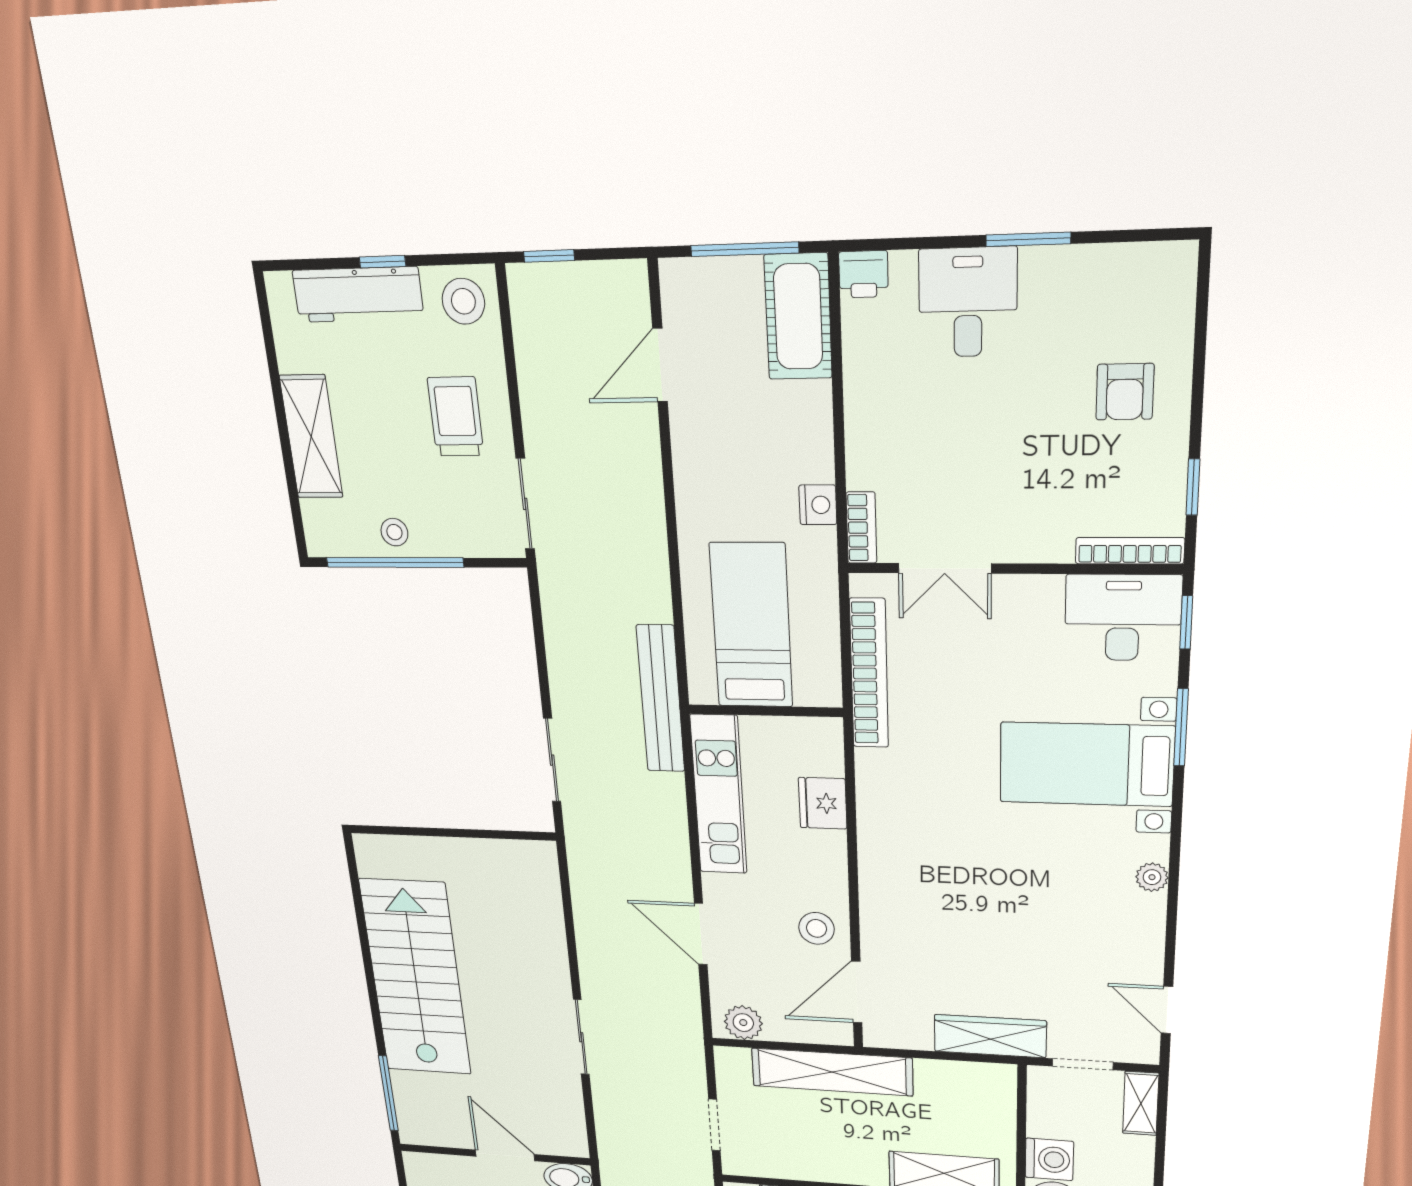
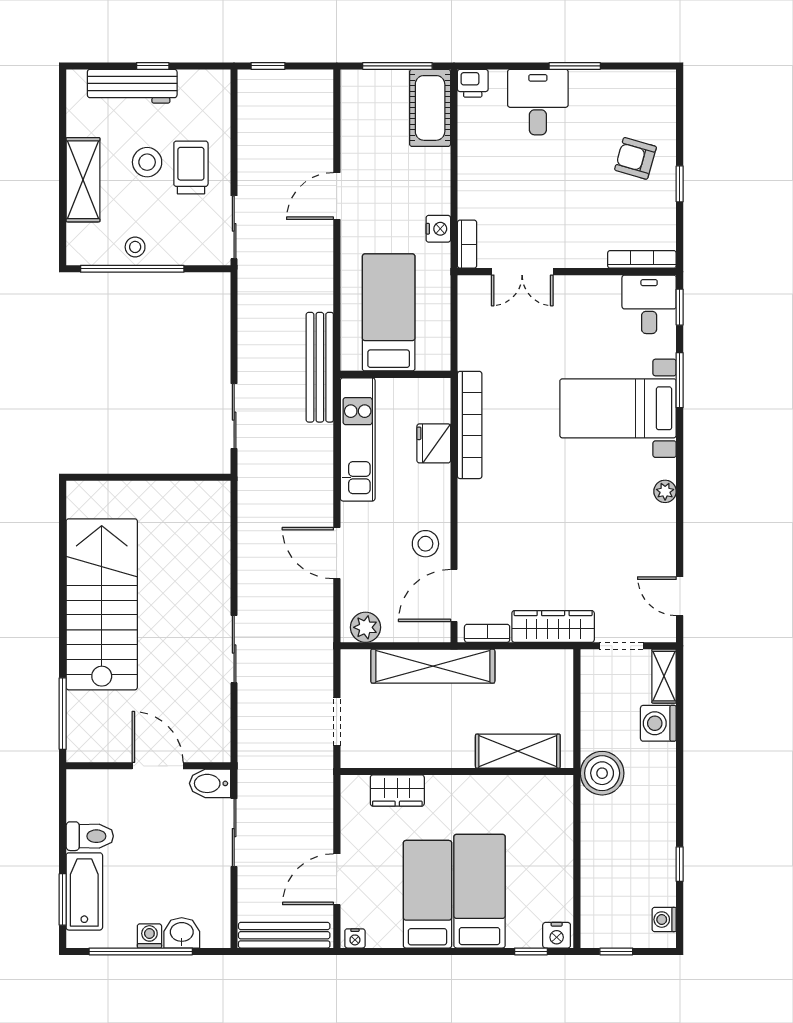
stool: (463, 301) -> (147, 162), moved
door: (660, 365) -> (337, 196), moved
armchair: (1125, 392) -> (635, 158), turned 106
window: (1193, 487) -> (680, 184), moved
desk: (1123, 618) -> (649, 304), width x0.73
bookcase: (869, 674) -> (470, 425), moved
bookcase: (902, 1039) -> (487, 633), added
washing machine: (1049, 1159) -> (658, 723), moved, turned 180

